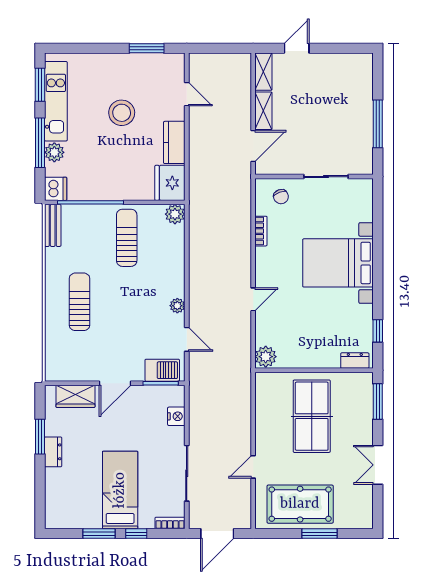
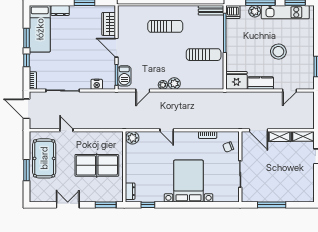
plant: (175, 214) -> (174, 83), moved
dresser: (53, 452) -> (60, 11), moved
bed: (120, 490) -> (40, 29), moved, turned 90

